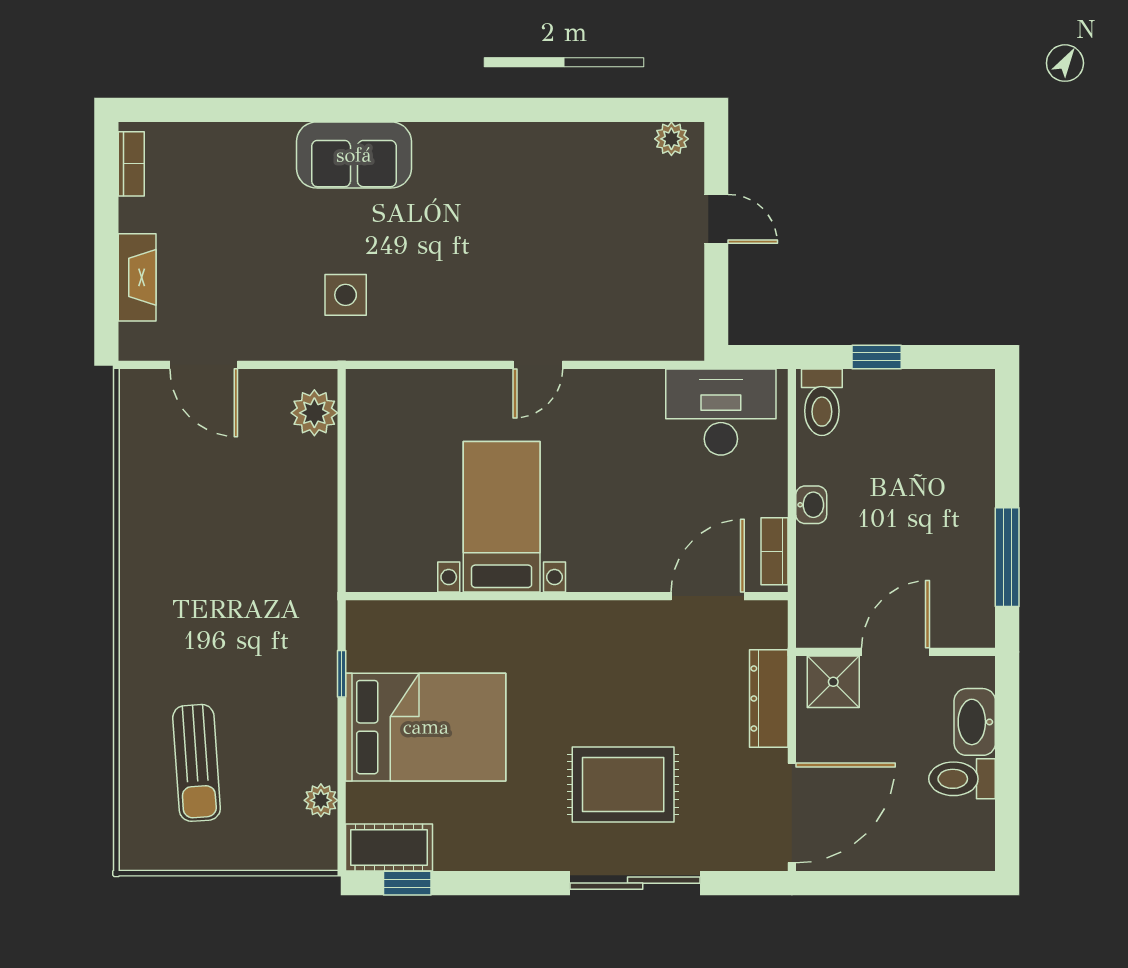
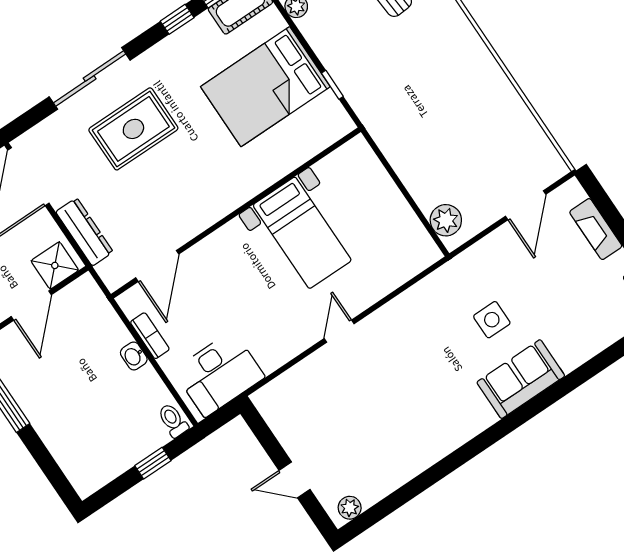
side table: (346, 295) -> (492, 320), moved
door: (204, 365) -> (526, 205), swing flipped
toilet: (822, 402) -> (173, 420), width x0.73, depth x0.72
bookcase: (775, 551) -> (150, 336), moved
window: (478, 883) -> (177, 19), added

